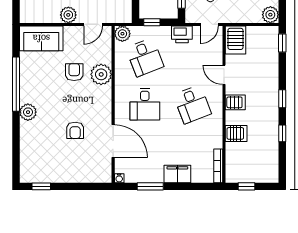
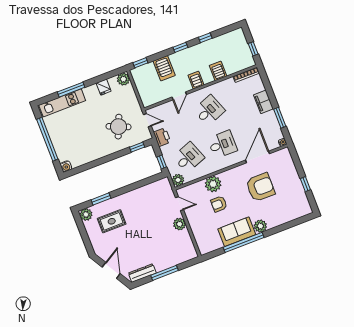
sofa: (41, 38) -> (237, 232), moved, turned -90
server rack: (235, 40) -> (164, 68), moved, turned 90
armchair: (75, 130) -> (260, 187), width x1.88, depth x1.88
window: (41, 186) -> (305, 184), moved

